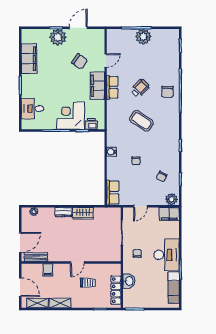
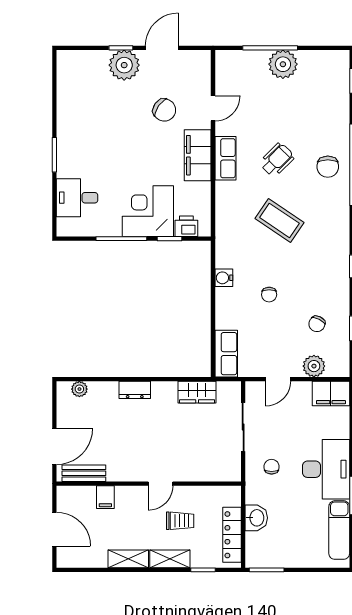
filing cabinet: (29, 59) -> (71, 105), removed
plant: (172, 199) -> (314, 366), moved
wardrobe: (83, 213) -> (197, 392), moved
shelving: (37, 303) -> (170, 559), moved

